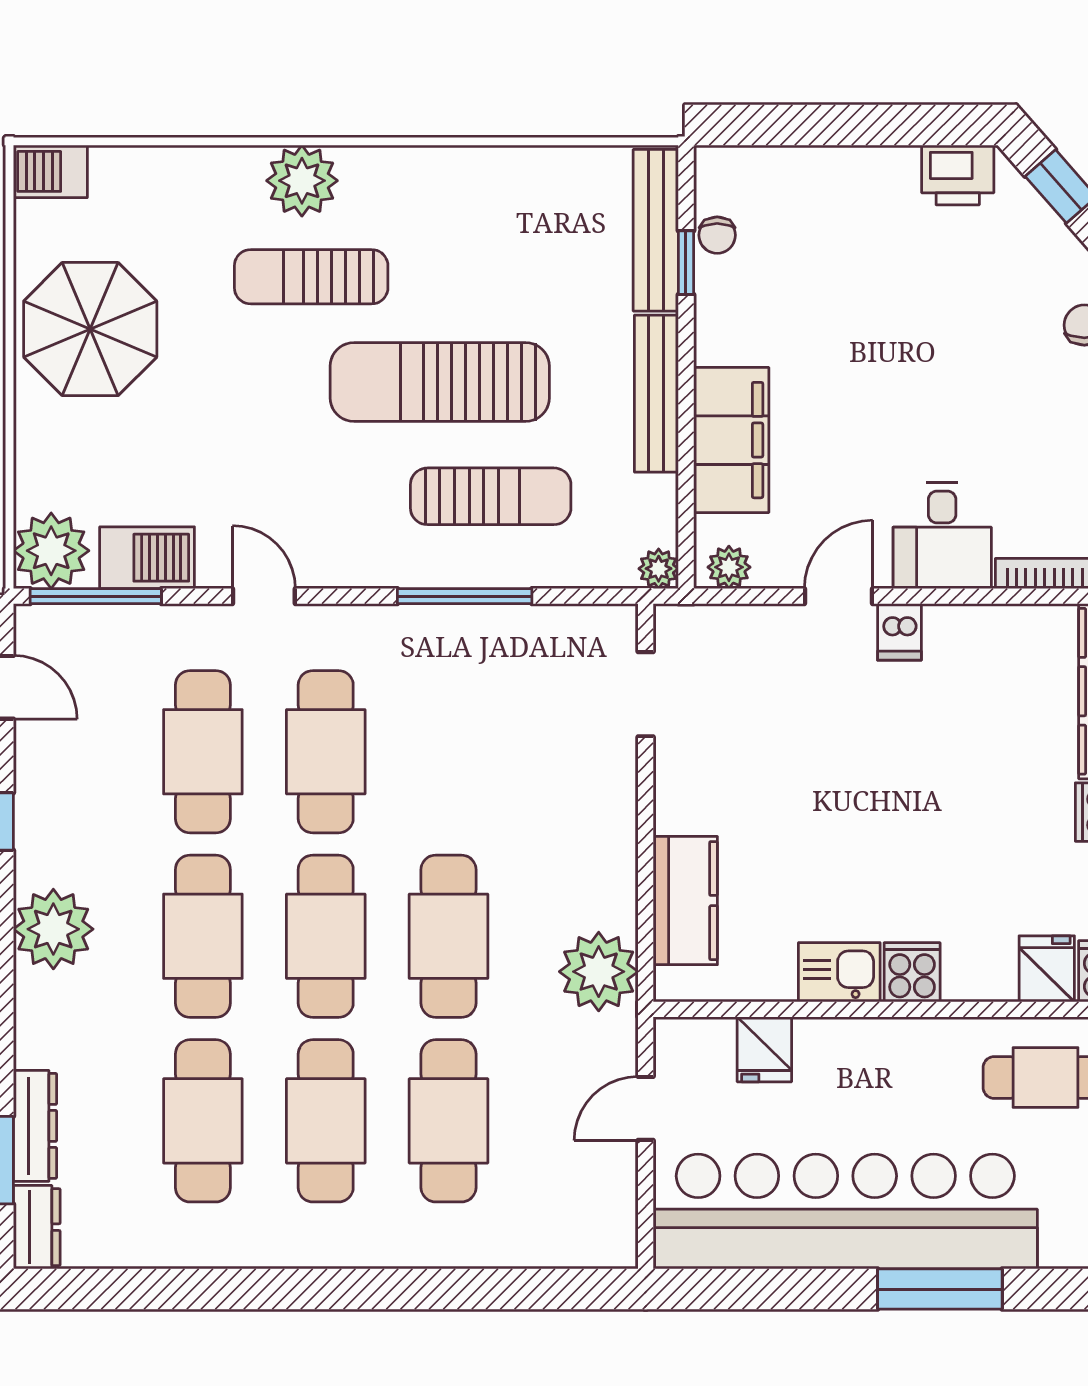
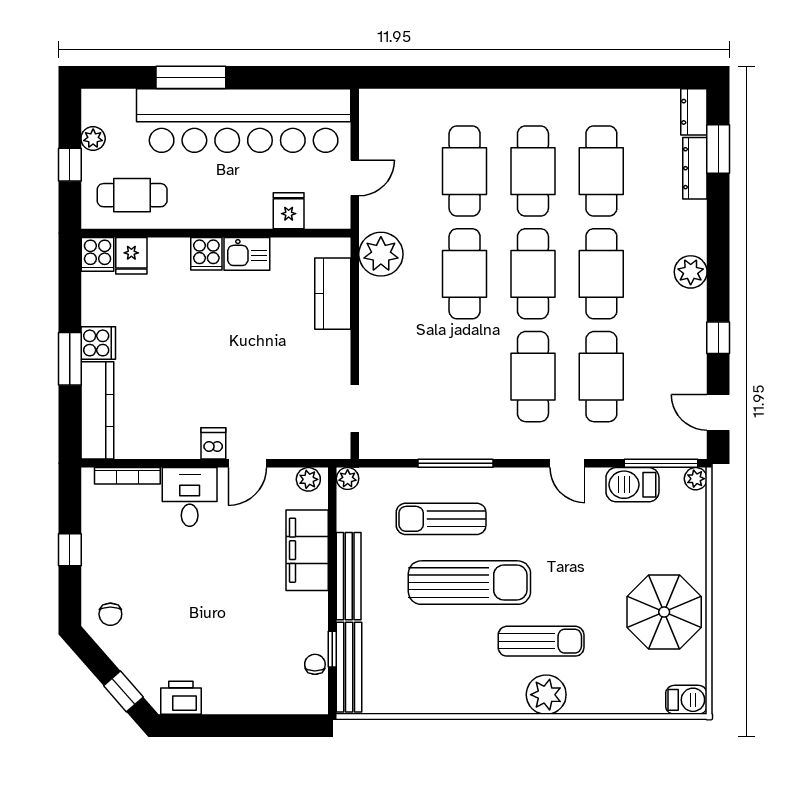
plant: (51, 551) -> (696, 479), width x0.53, depth x0.53
plant: (53, 929) -> (691, 272), width x0.73, depth x0.73

